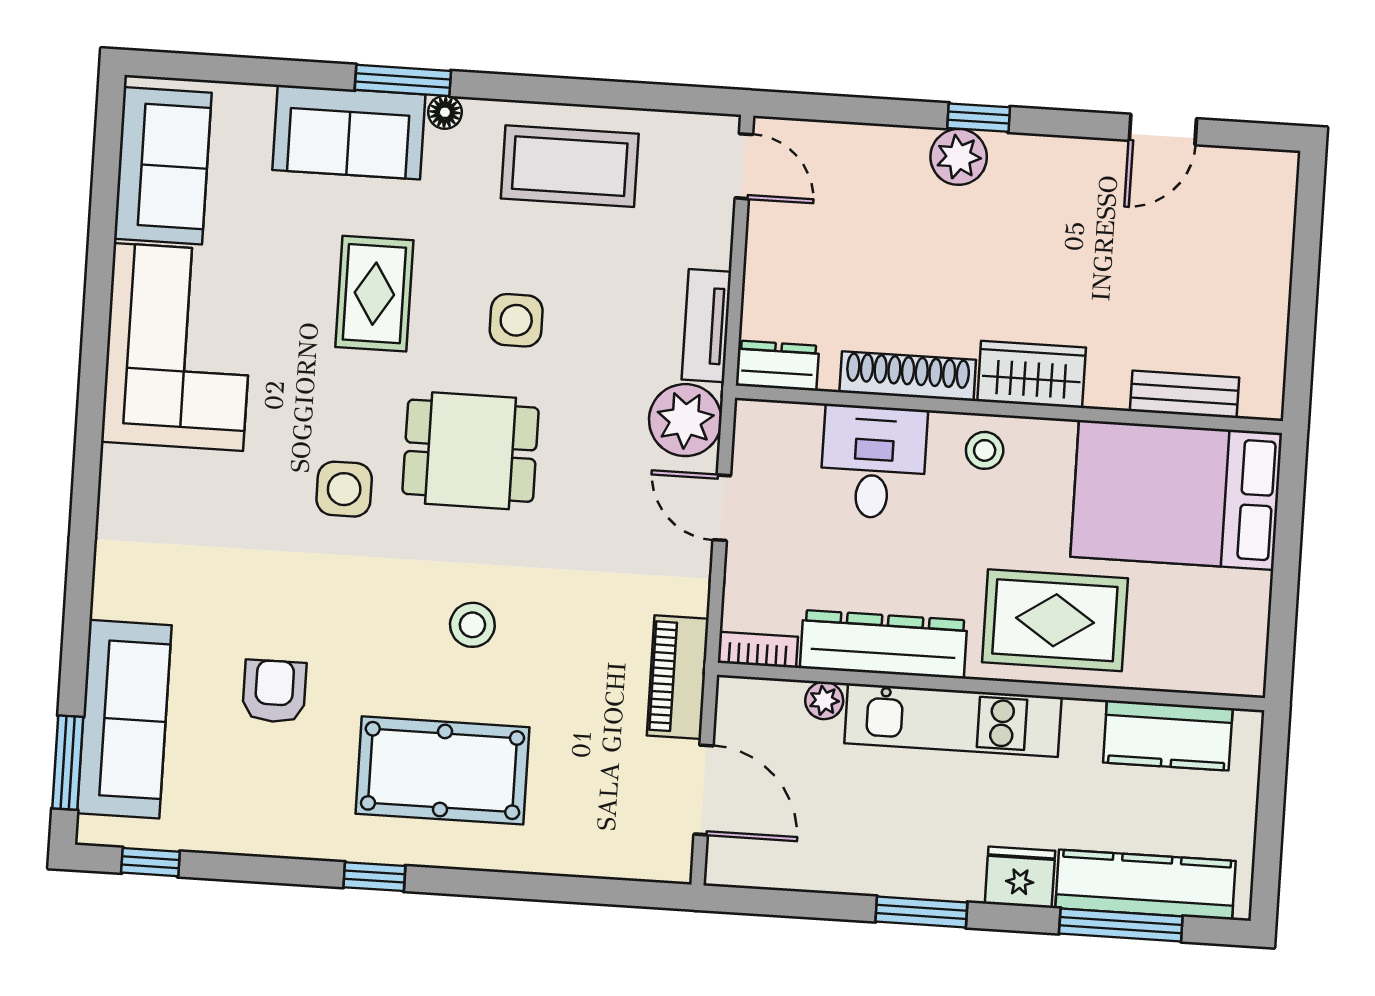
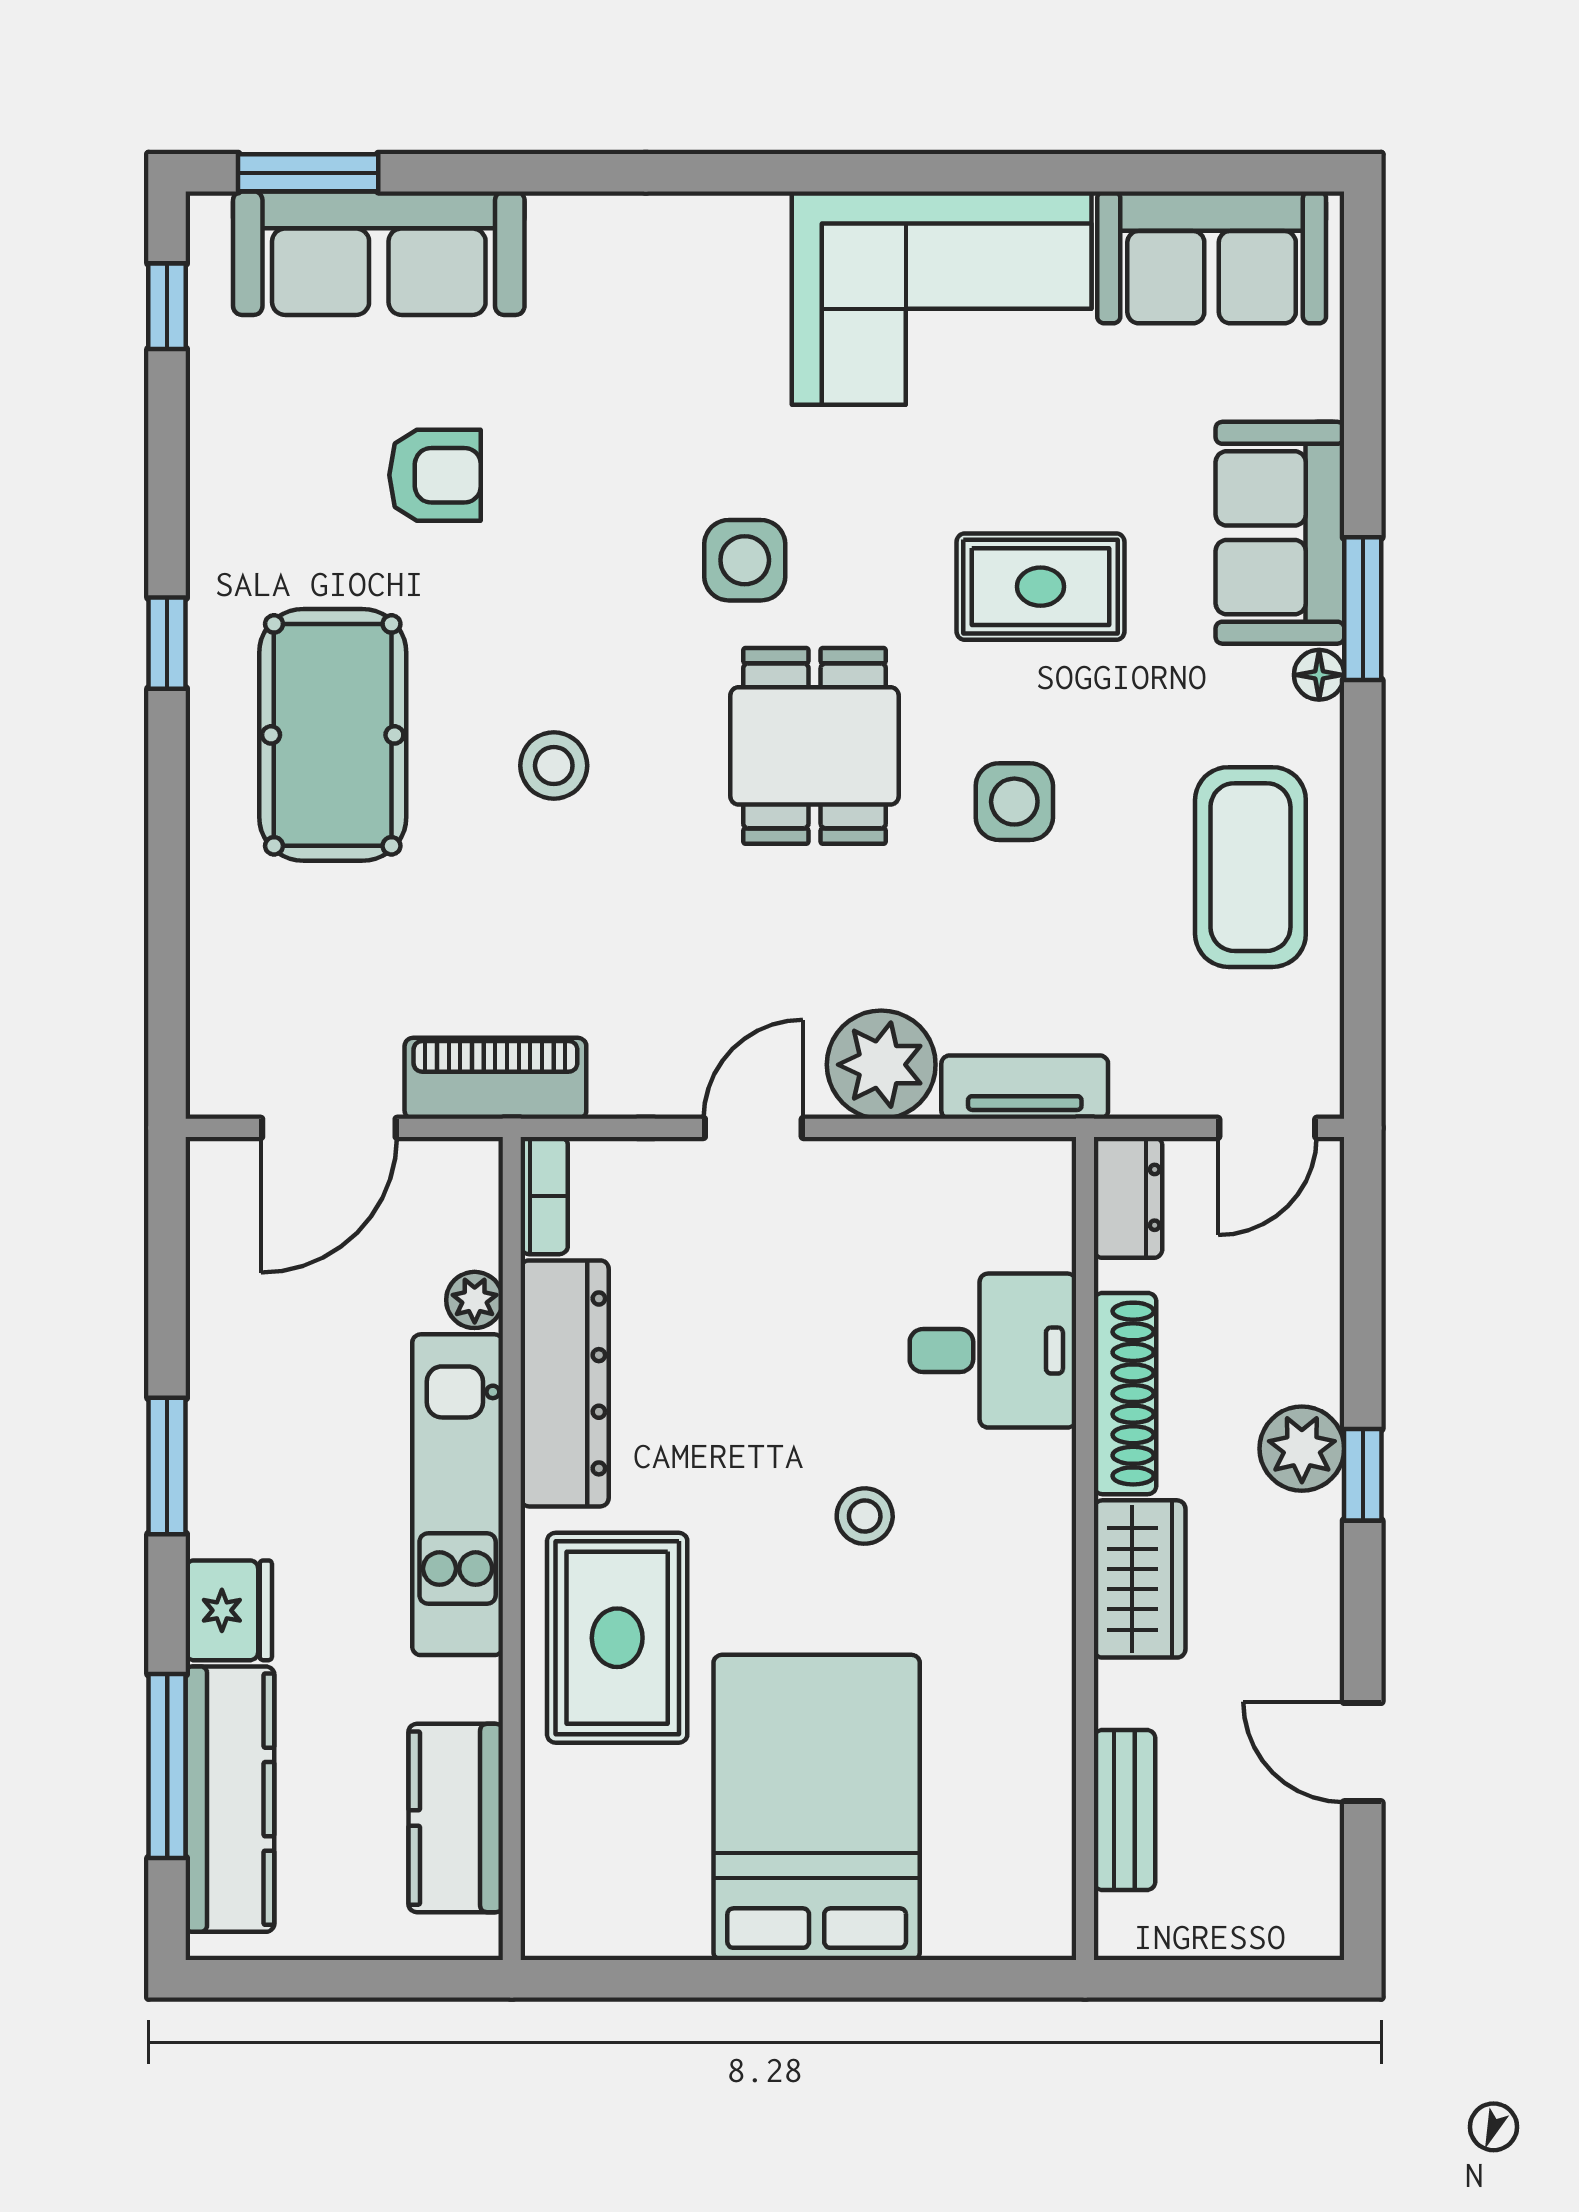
dresser: (777, 366) -> (1128, 1197), moved
wardrobe: (1032, 374) -> (1140, 1579), moved
shoe rack: (908, 376) -> (1125, 1394), moved
bench: (1184, 394) -> (1125, 1810), moved
wall: (1009, 409) -> (1085, 1548), moved
desk: (873, 462) -> (993, 1351), moved

